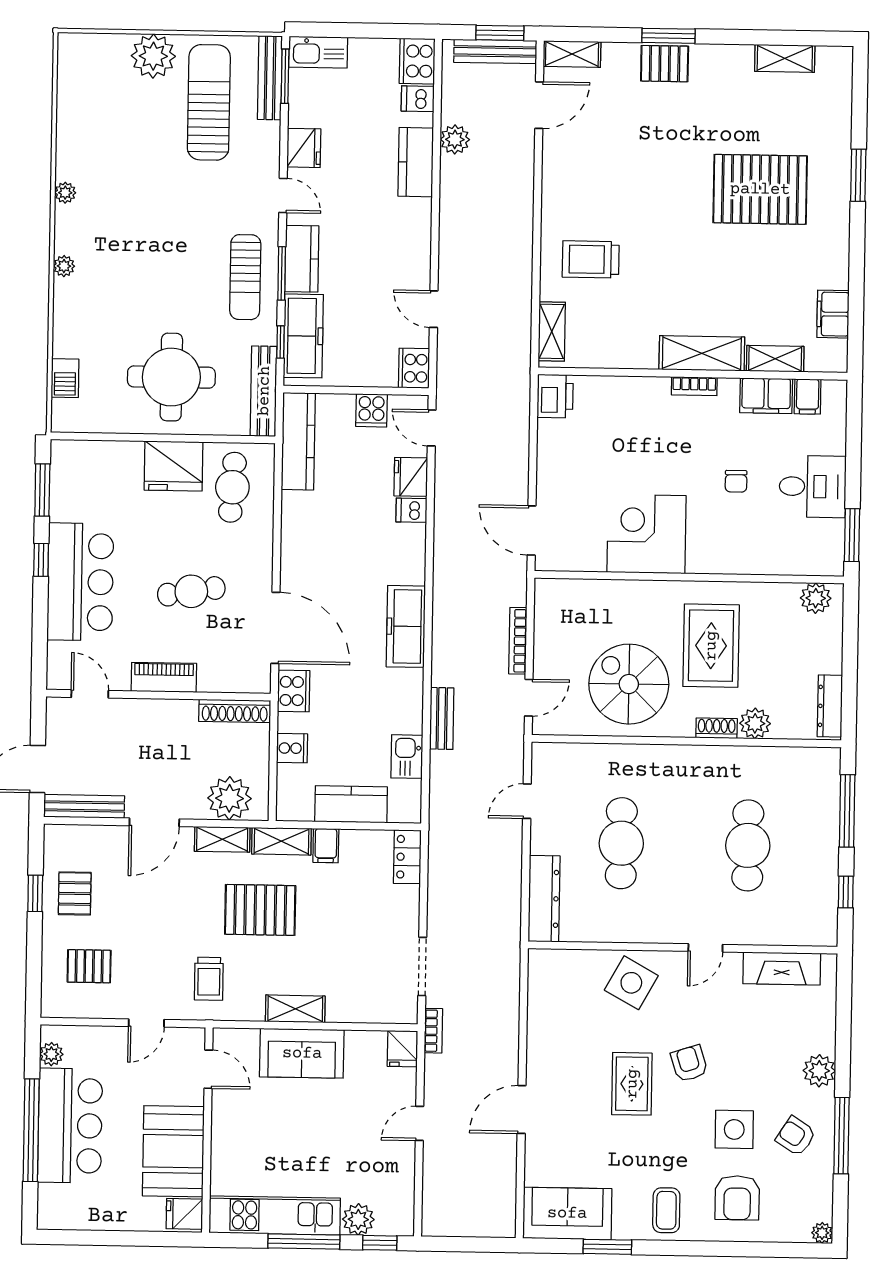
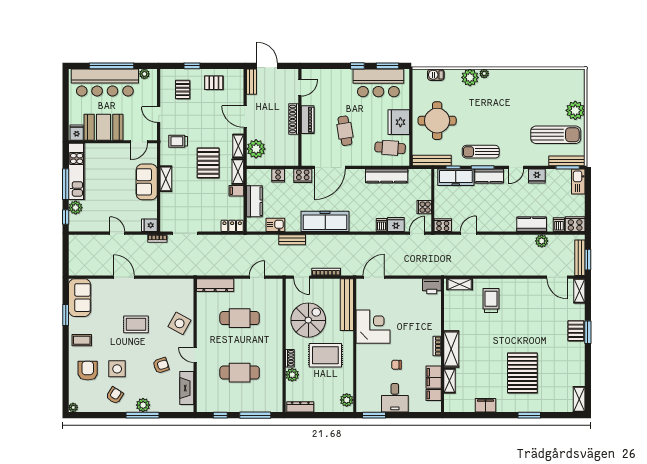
shelving: (785, 58) -> (579, 399), moved
plant: (65, 193) -> (470, 77), moved, width x1.87, depth x1.87
filing cabinet: (833, 314) -> (486, 405), moved
kitchen counter: (298, 441) -> (387, 176), moved
bar counter: (80, 582) -> (378, 83), moved
bench: (595, 594) -> (347, 305), added
freezer: (406, 626) -> (325, 221), width x1.36, depth x1.26
shoe rack: (235, 711) -> (294, 119), moved
door: (527, 801) -> (257, 277), hinge flipped
bench: (84, 806) -> (251, 82), width x0.73
window: (35, 893) -> (192, 66), moved
armchair: (689, 1063) -> (161, 365), moved
bar counter: (70, 1126) -> (105, 83), width x1.36
window: (841, 1136) -> (143, 415), moved
armchair: (737, 1198) -> (88, 371), turned 90

